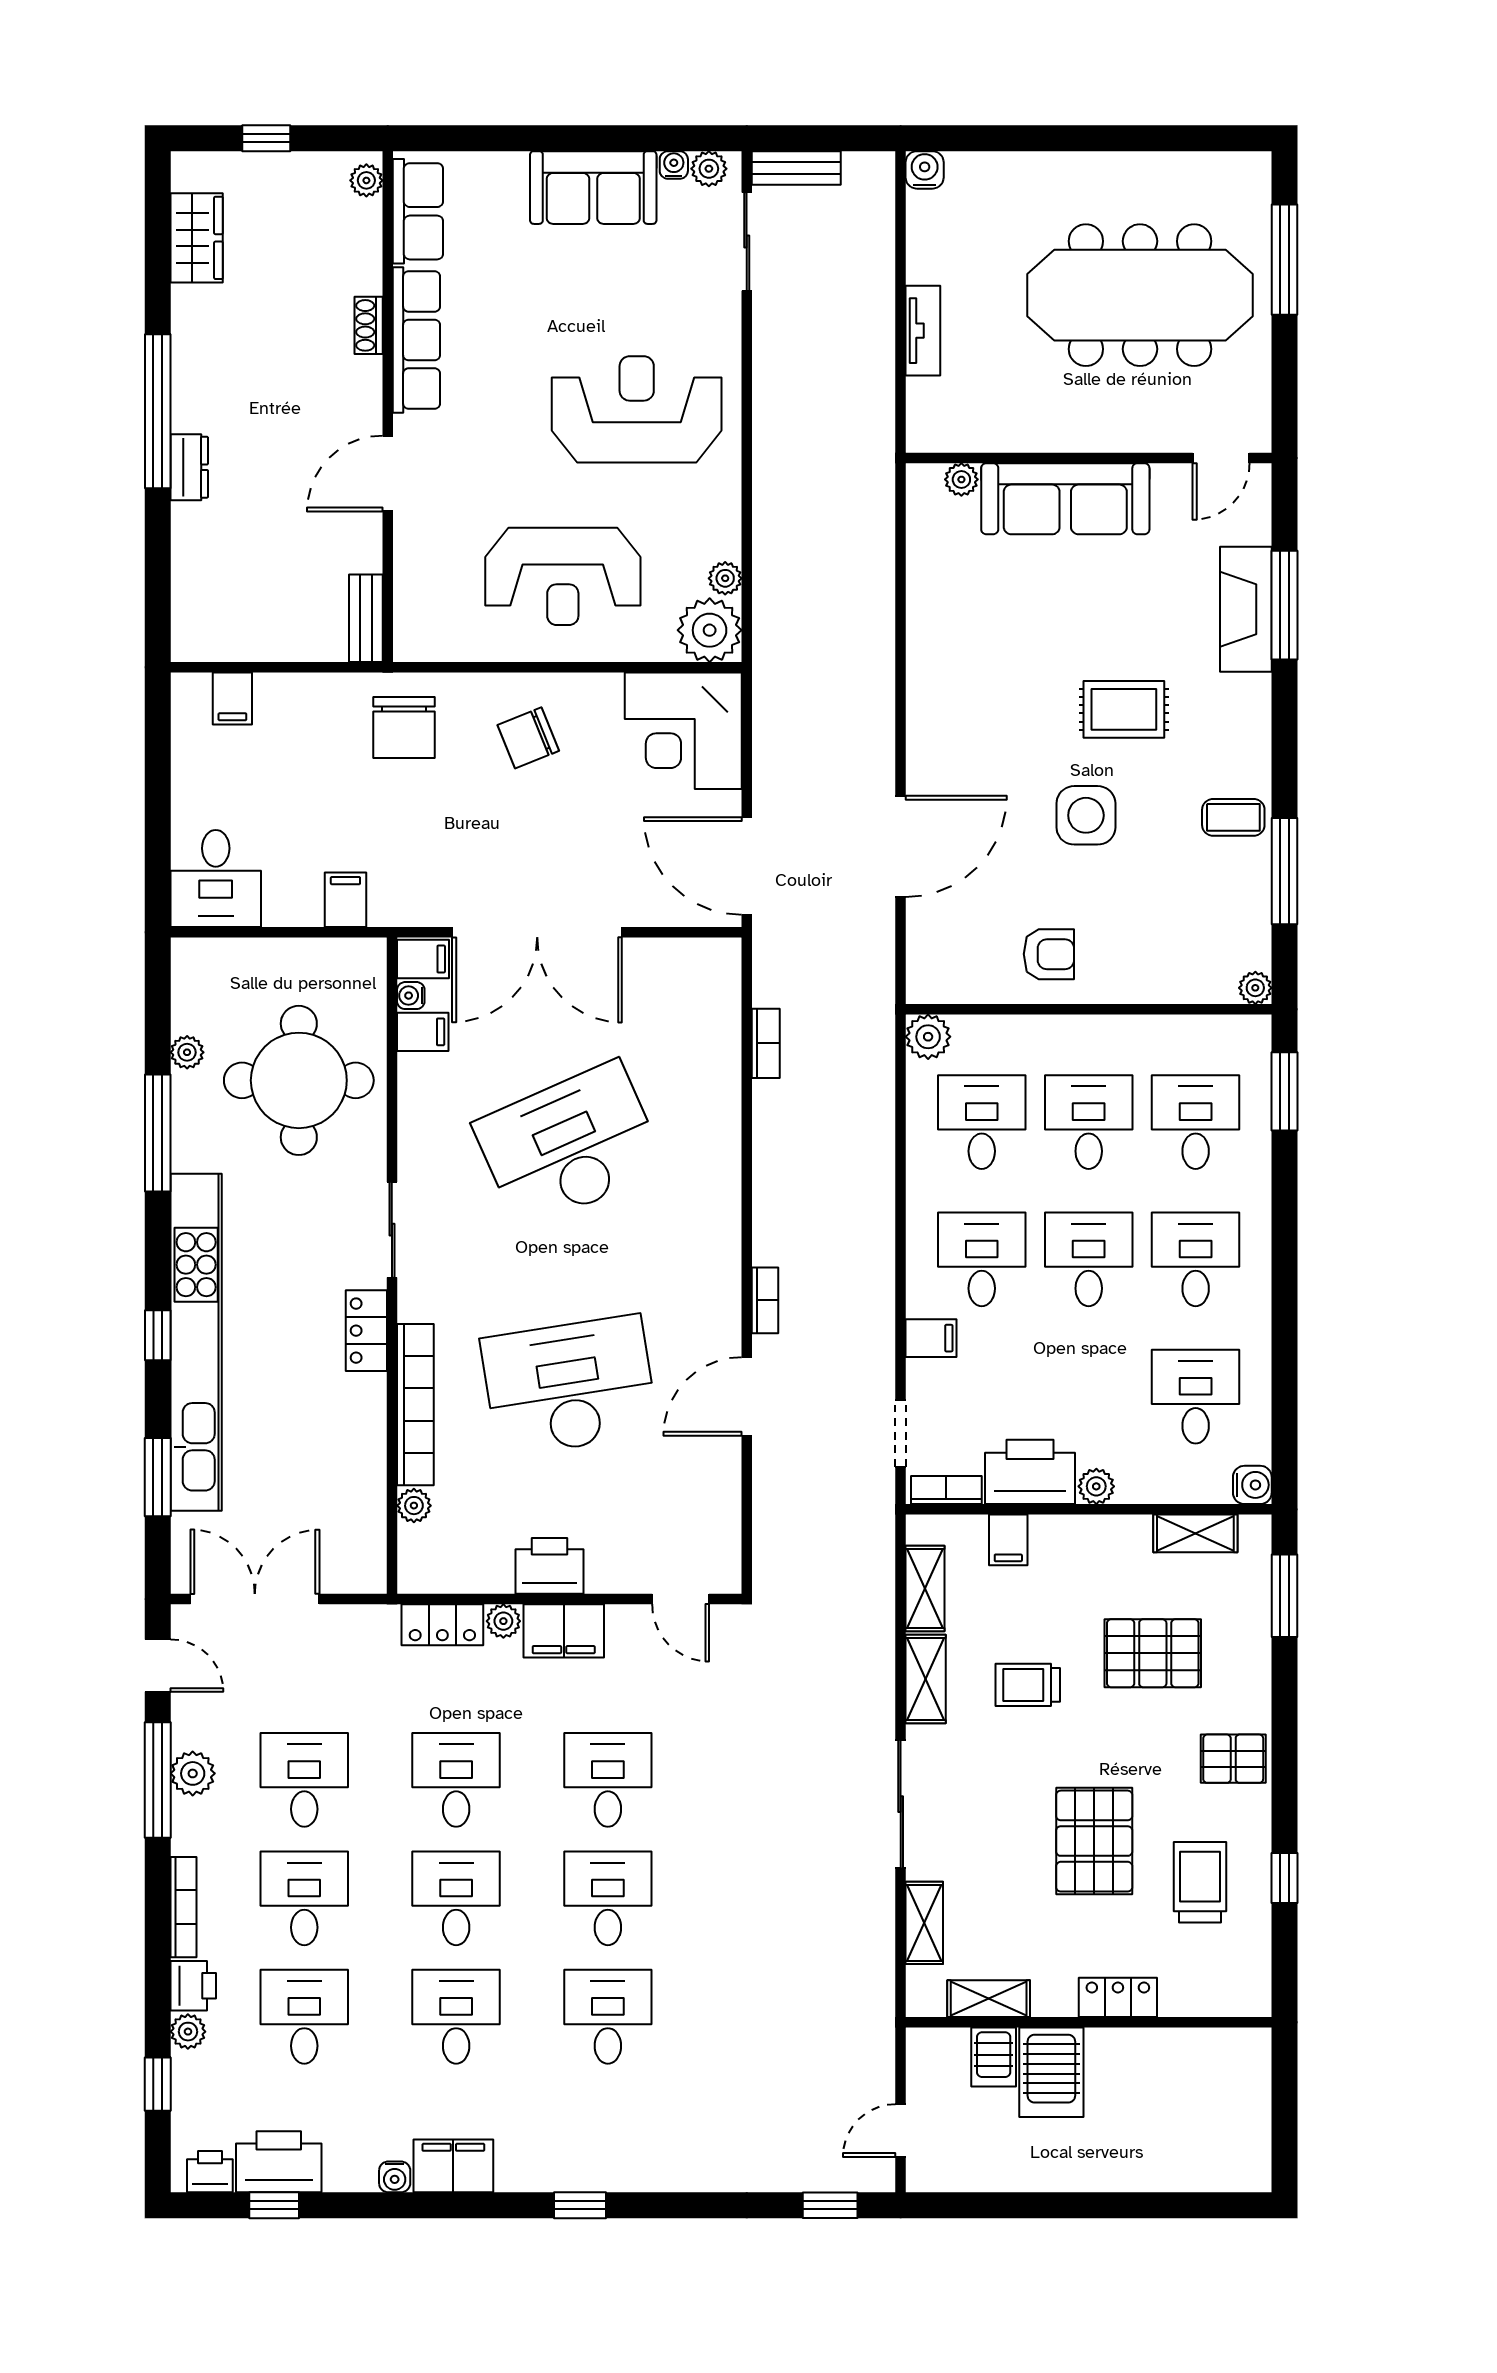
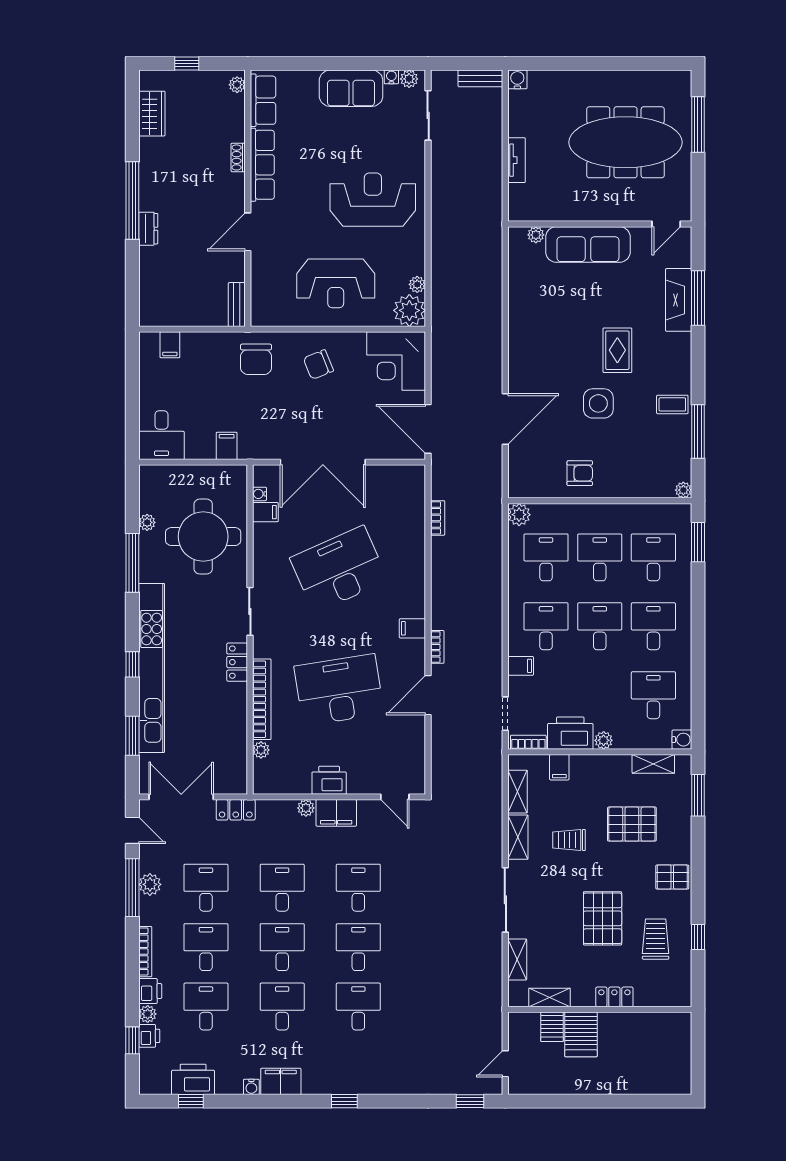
bench: (796, 168) -> (480, 78), moved
rug: (1124, 709) -> (617, 350), turned 90
filing cabinet: (423, 959) -> (412, 628), moved, turned 180
locker: (442, 1625) -> (236, 810), moved
printer: (210, 2172) -> (149, 1036), moved, turned 90

